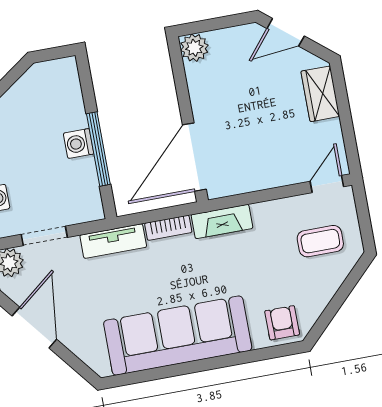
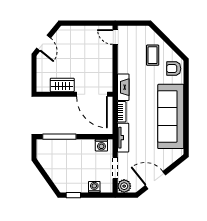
plant: (194, 48) -> (43, 85), removed
wardrobe: (320, 94) -> (62, 85), moved, turned 180
washing machine: (79, 144) -> (101, 145), moved
window: (98, 149) -> (59, 137), moved
coffee table: (320, 241) -> (153, 55), moved

